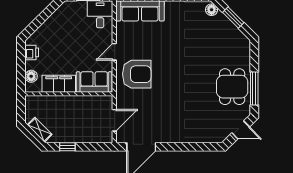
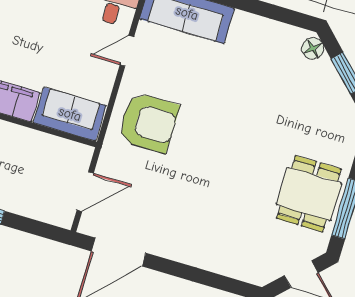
door: (114, 52) -> (127, 51), moved

